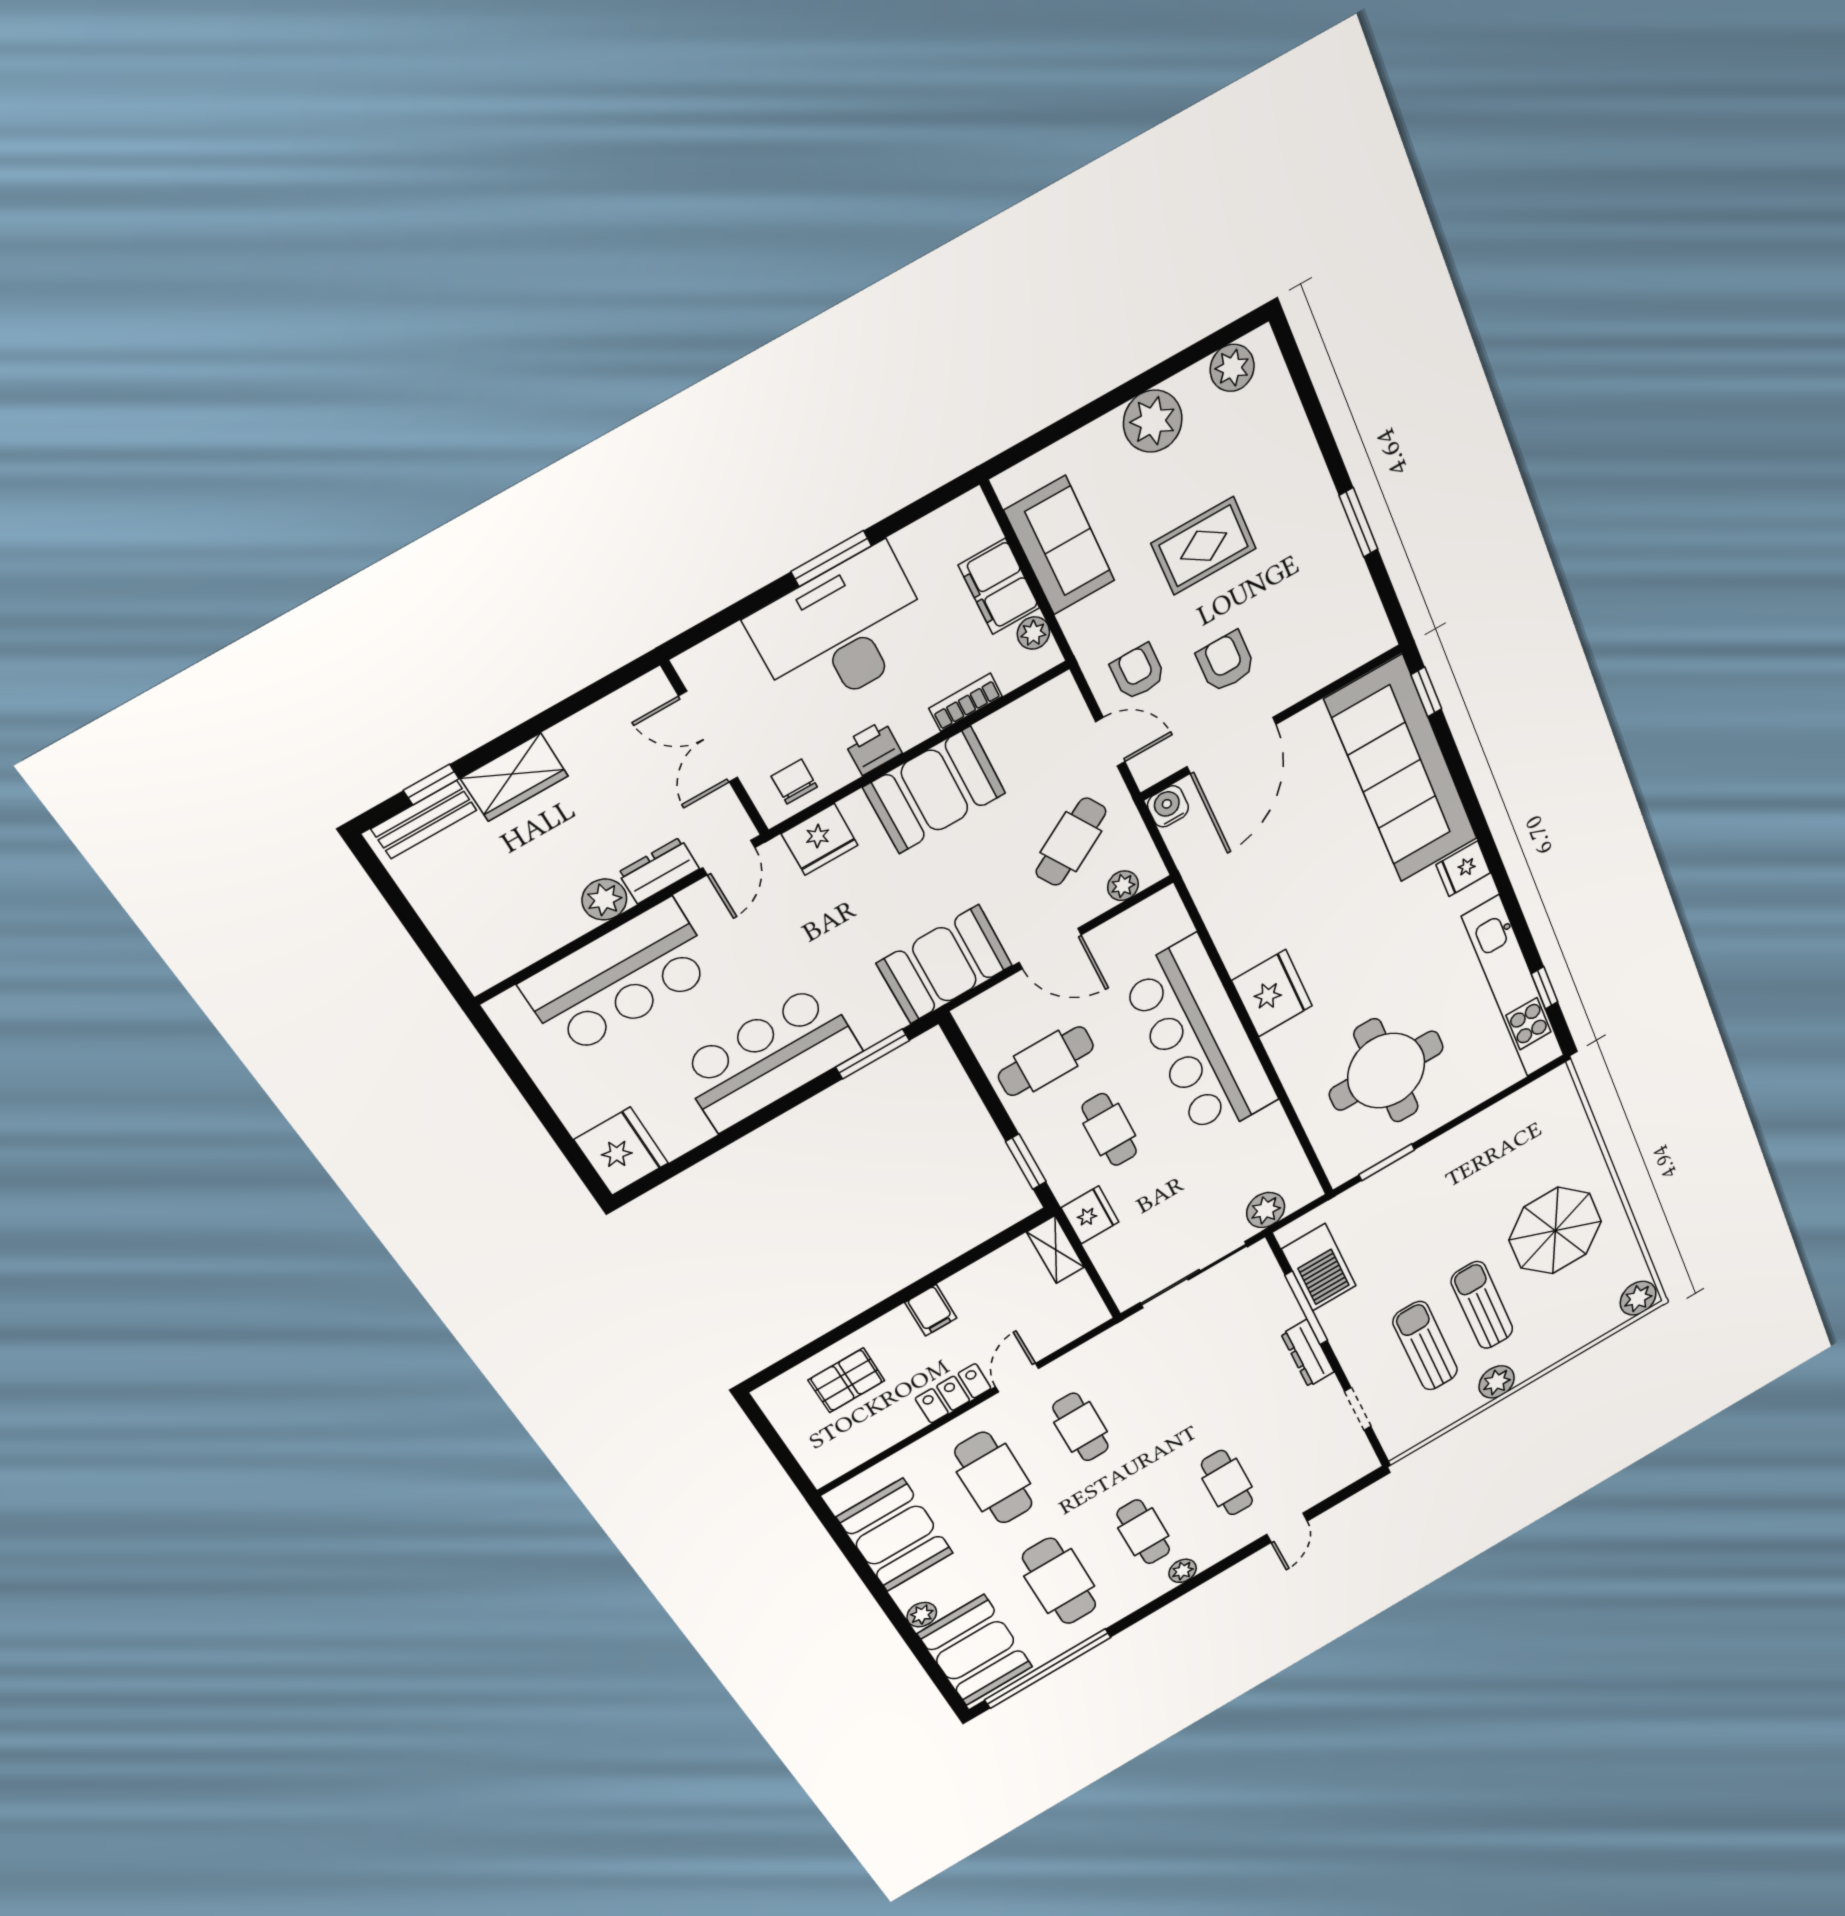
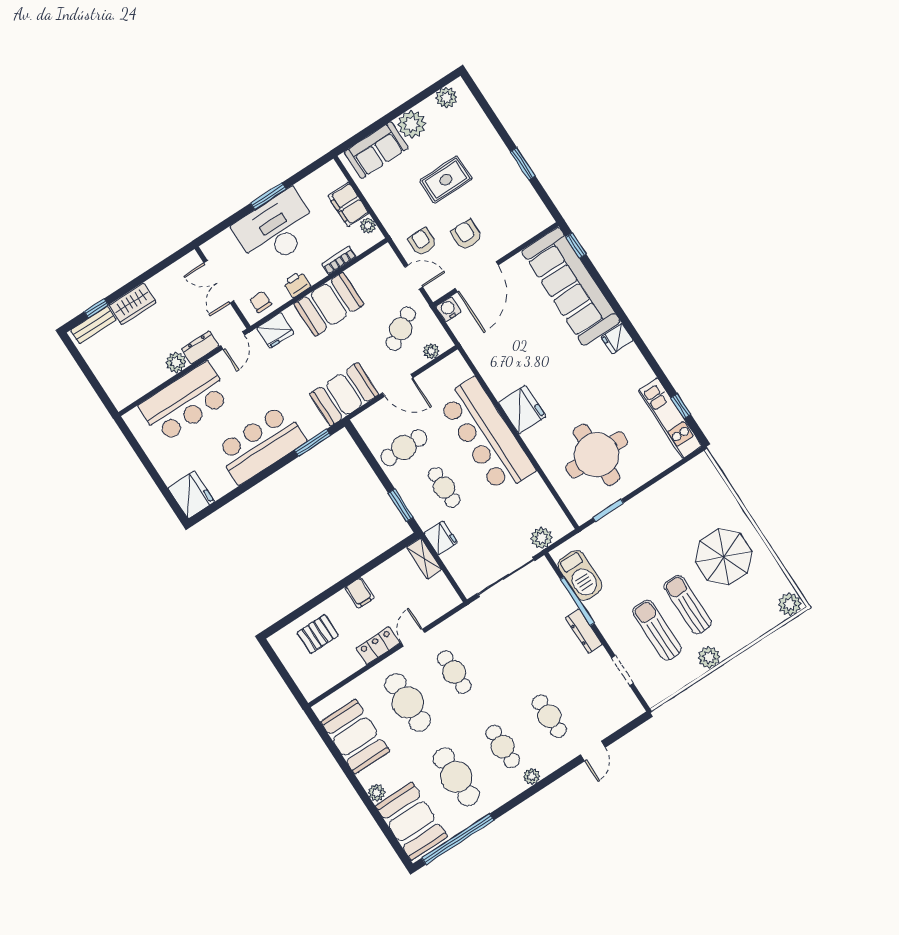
sofa: (1060, 546) -> (376, 150), moved, turned 90
kitchen unit: (1514, 987) -> (670, 418), width x0.73

